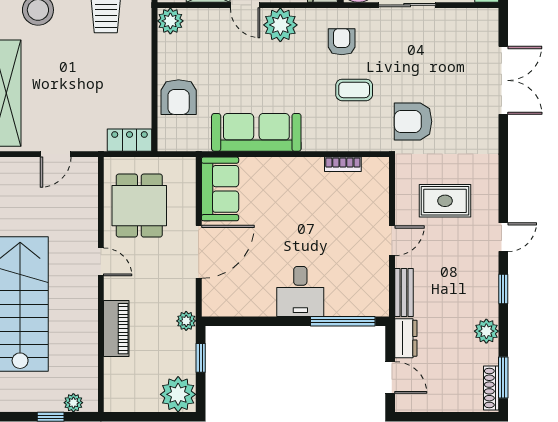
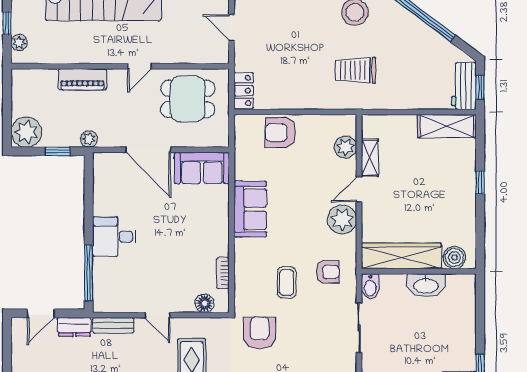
plant: (170, 21) -> (345, 147), moved
sofa: (256, 132) -> (250, 209), width x0.73
floor lamp: (378, 186) -> (205, 303), added

